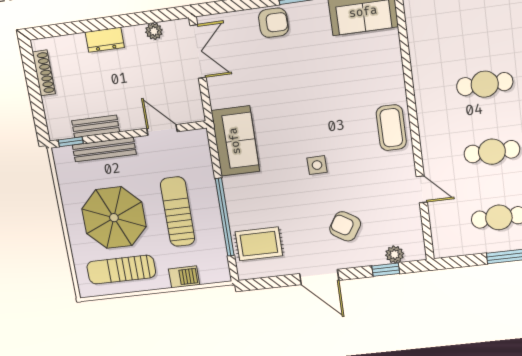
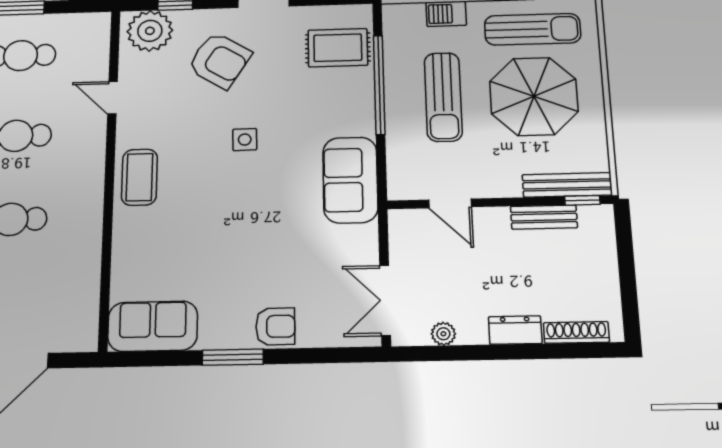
armchair: (273, 23) -> (275, 326), turned 180
shoe rack: (44, 73) -> (576, 332), moved, turned 90
bench: (104, 150) -> (567, 185), moved
armchair: (345, 226) -> (220, 60), width x1.38, depth x1.38
plant: (395, 254) -> (150, 31), width x1.87, depth x1.87

